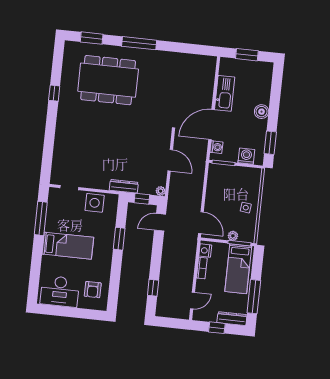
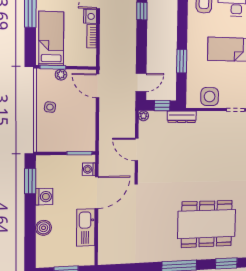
boiler: (262, 112) -> (43, 228), moved
washing machine: (246, 156) -> (44, 197), moved, turned -90
nightstand: (205, 251) -> (90, 16), moved

